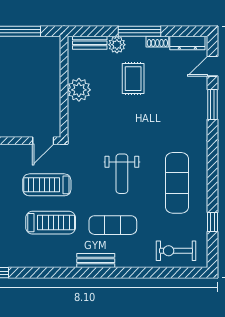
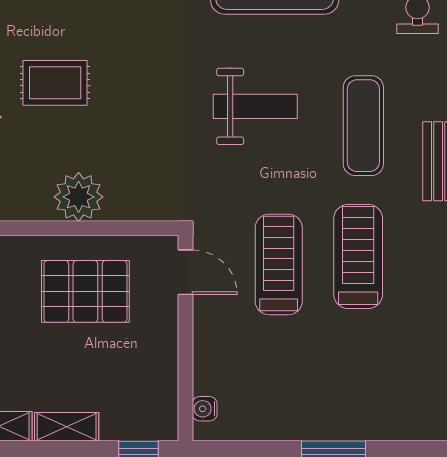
pallet: (34, 93) -> (85, 291), added
treadmill: (47, 185) -> (279, 264), turned 180

